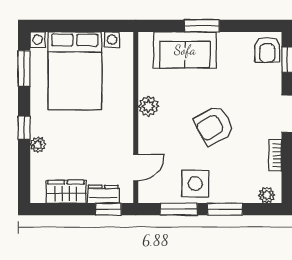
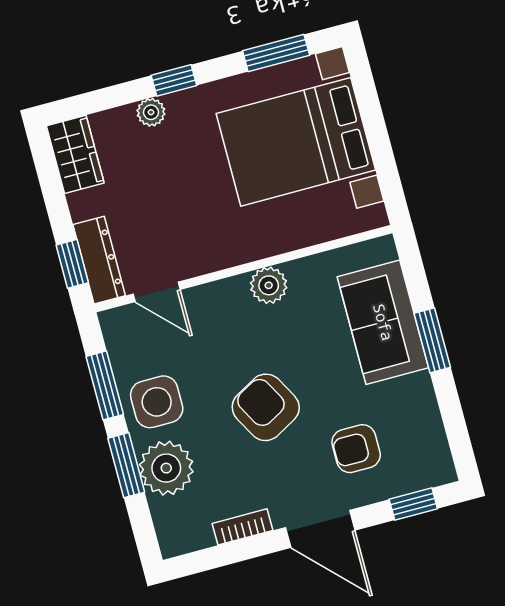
armchair: (267, 50) -> (356, 449), moved
wardrobe: (66, 192) -> (75, 154), moved
dresser: (103, 194) -> (99, 260), width x1.44
plant: (267, 195) -> (166, 468), moved, width x1.88, depth x1.88

